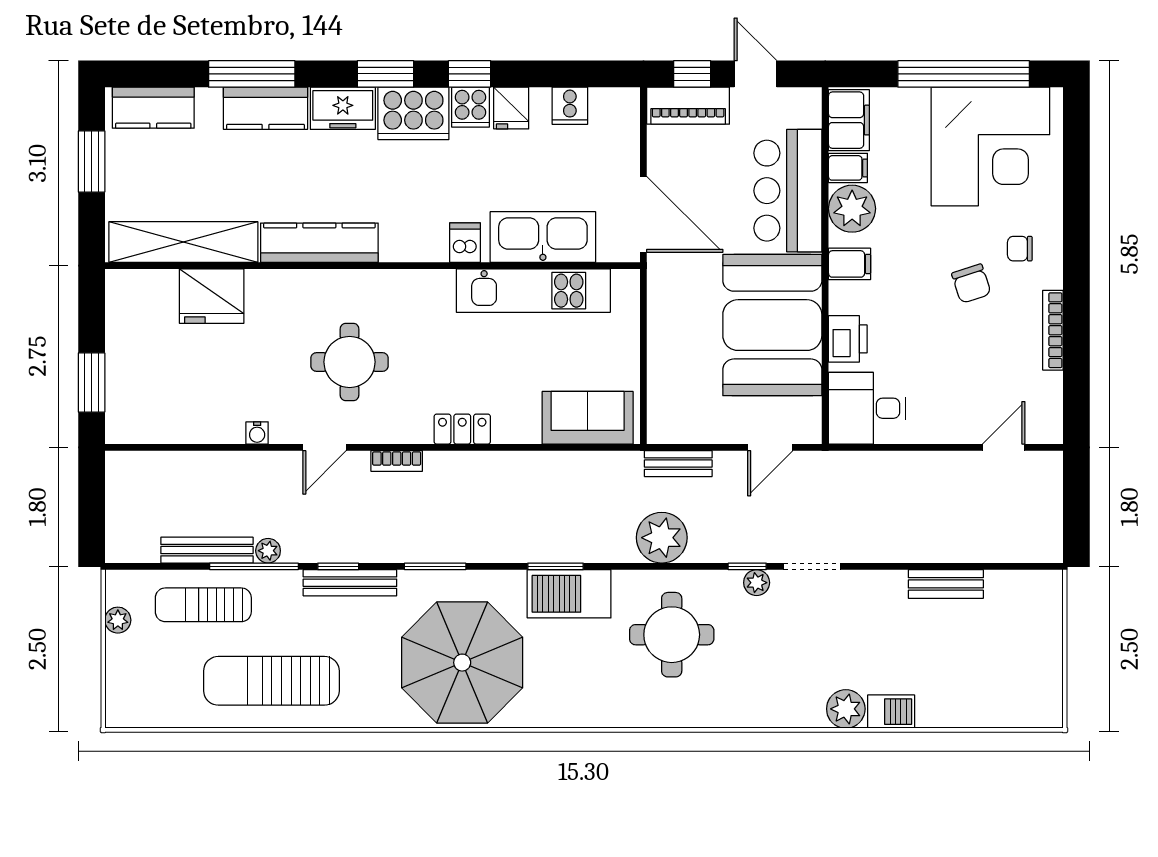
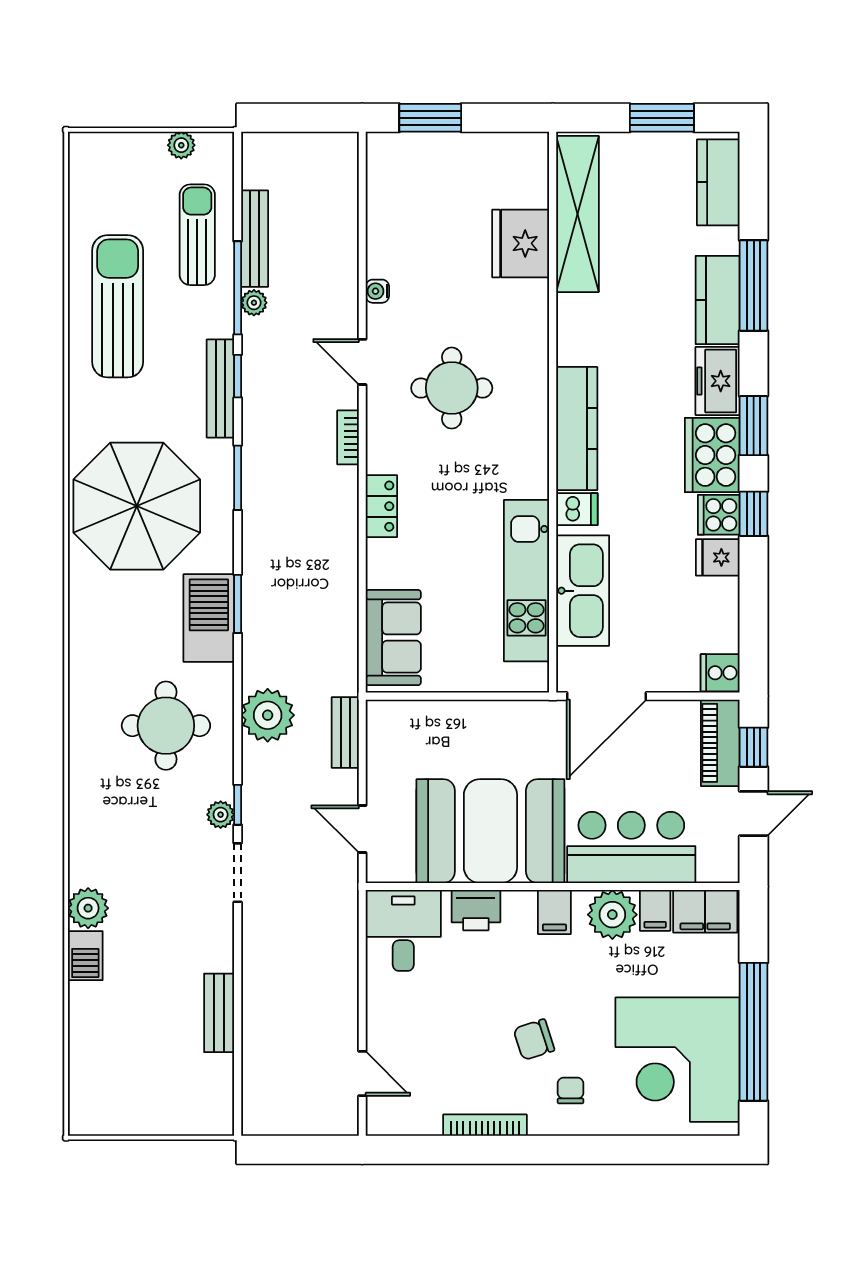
cooker: (570, 106) -> (720, 673), moved
kitchen counter: (319, 243) -> (577, 429), moved

